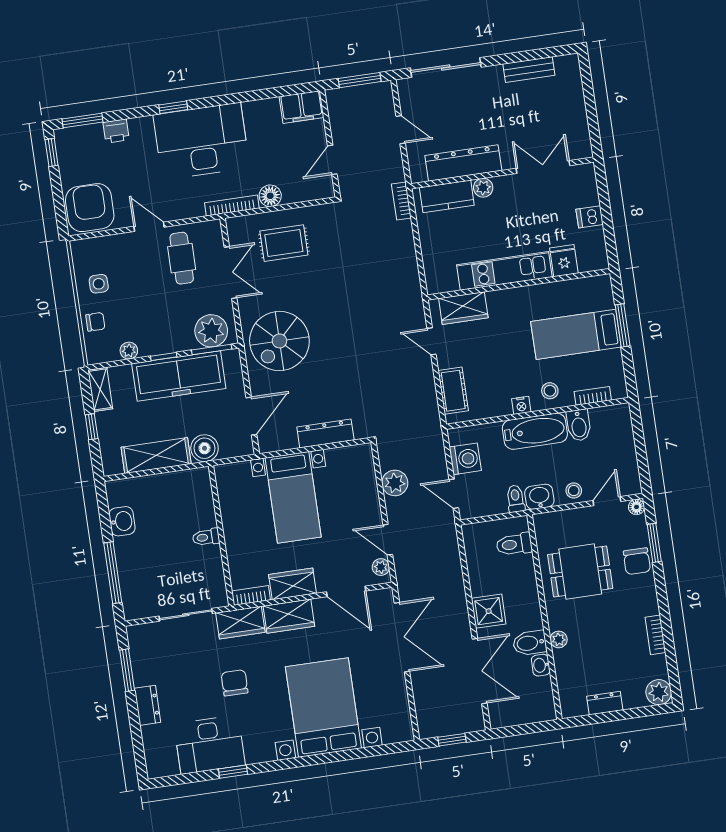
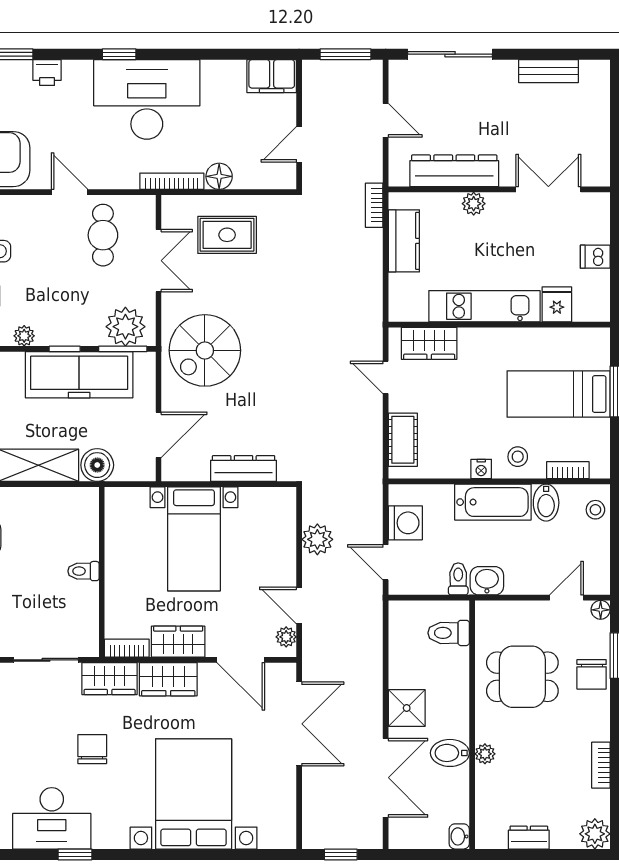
kitchen counter: (447, 196) -> (404, 241), moved, turned -90
stool: (574, 491) -> (595, 510), moved
washbasin: (541, 665) -> (459, 836), moved

